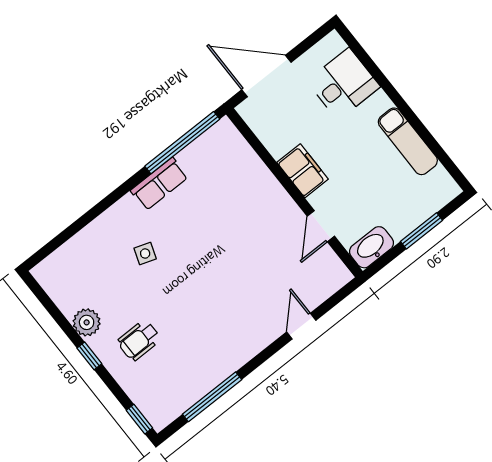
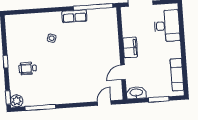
desk: (343, 84) -> (167, 26), width x1.37
exam couch: (408, 141) -> (177, 75), moved
plant: (87, 322) -> (17, 101), moved
door: (301, 326) -> (104, 103), moved

